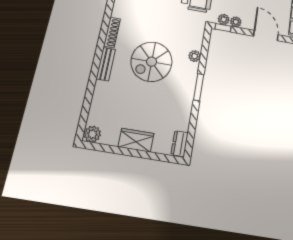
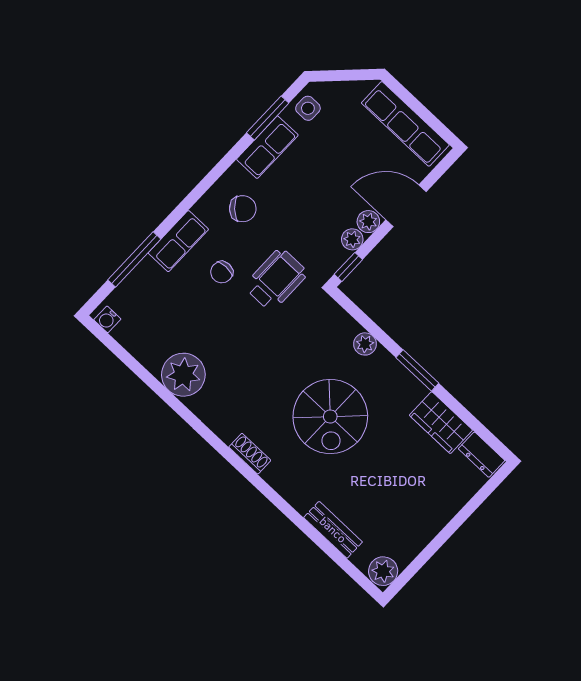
plant: (224, 19) -> (368, 222), moved
shoe rack: (112, 32) -> (250, 454), width x0.70
bench: (106, 64) -> (333, 530), moved
wardrobe: (136, 140) -> (441, 423), moved, turned -90

